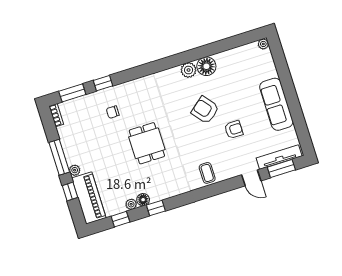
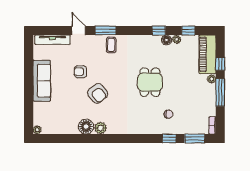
window: (281, 168) -> (106, 31), moved

